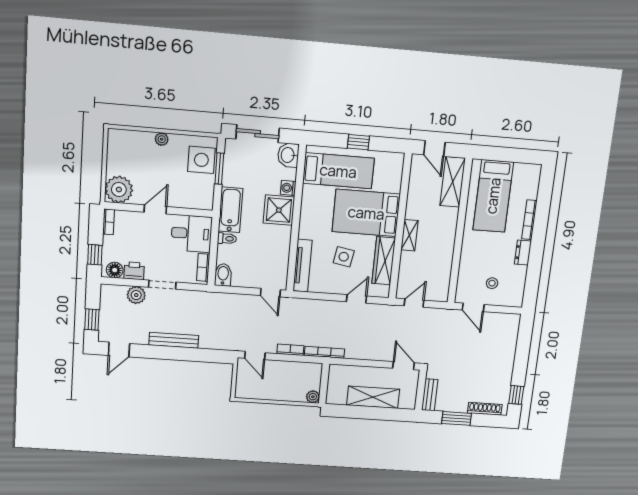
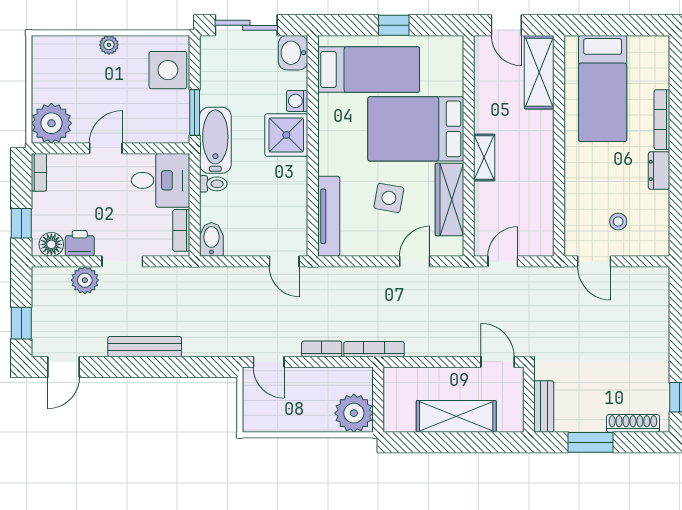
window: (219, 168) -> (195, 113), moved
plant: (313, 397) -> (354, 413), width x1.88, depth x1.88

